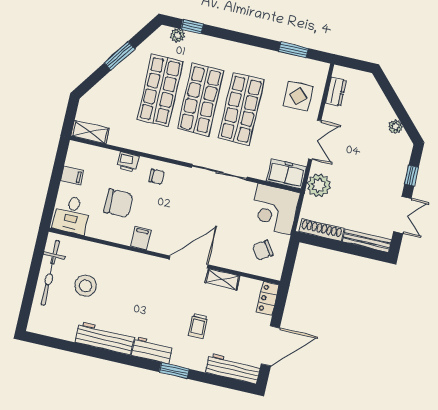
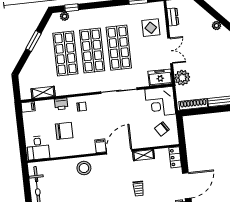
shelving: (90, 132) -> (43, 92), moved
filing cabinet: (72, 176) -> (28, 107), moved
filing cabinet: (141, 238) -> (100, 146), moved
stool: (86, 286) -> (84, 168), moved

